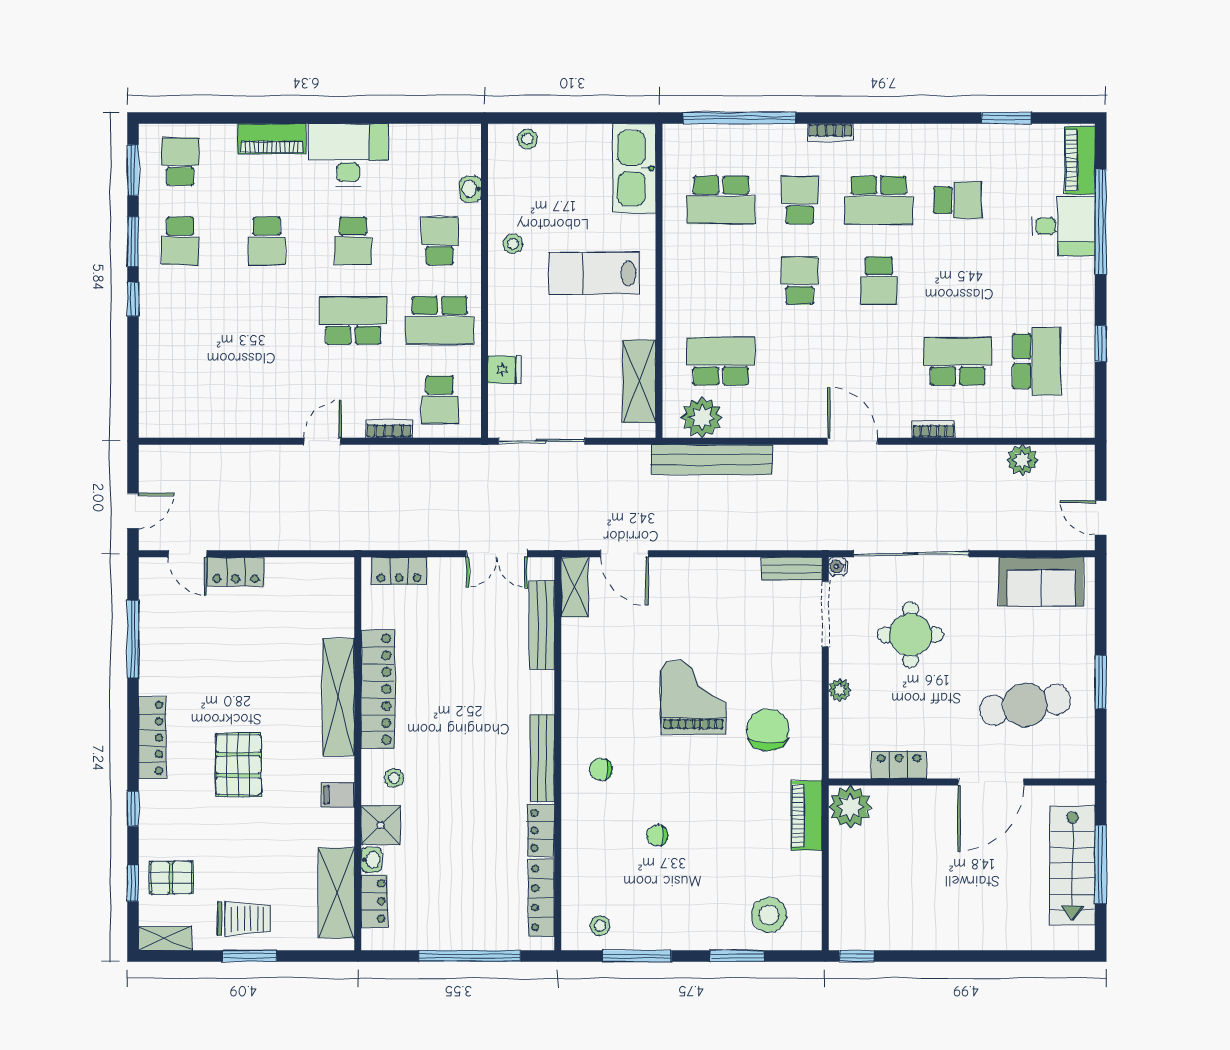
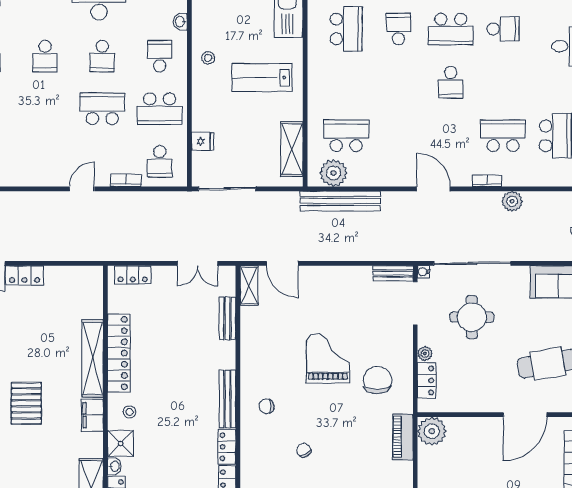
school desk: (721, 200) -> (346, 29), turned -90
school desk: (800, 281) -> (398, 82), removed
plant: (1022, 460) -> (512, 201), moved
bench: (542, 625) -> (227, 319), width x0.73
locker: (899, 765) -> (427, 380), moved, turned 90
filing cabinet: (338, 795) -> (92, 415), width x2.00
chair: (657, 836) -> (304, 450), turned 62

